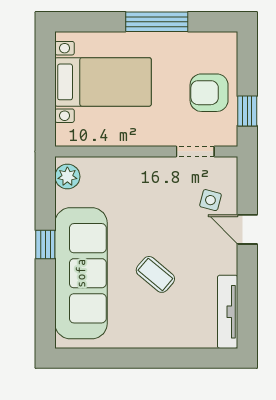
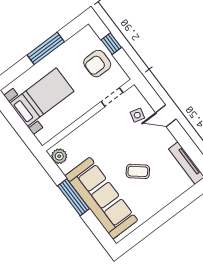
window: (247, 111) -> (111, 44), moved
window: (45, 245) -> (73, 197), width x2.17

